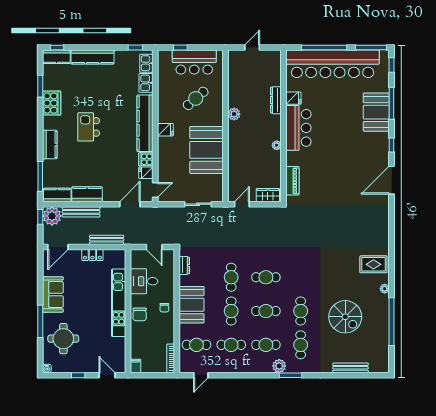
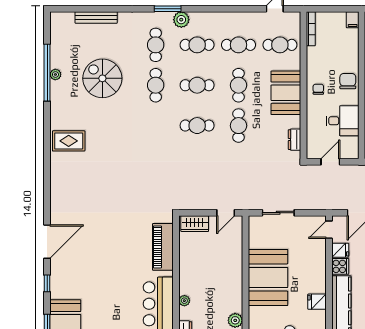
plant: (277, 145) -> (184, 301), moved
piano: (292, 181) -> (163, 247), width x1.37, depth x1.33
door: (154, 247) -> (330, 162), hinge flipped
plant: (385, 289) -> (55, 74), moved

